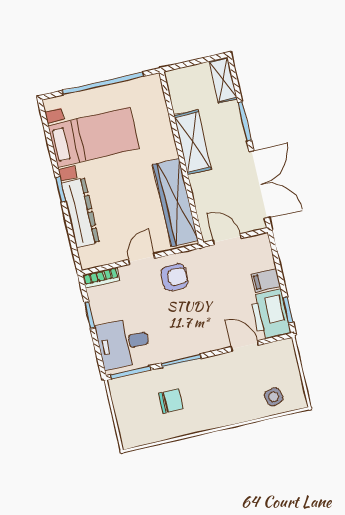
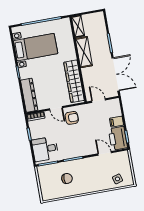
shelving: (223, 80) -> (78, 26), moved
dresser: (80, 213) -> (29, 95), moved
door: (142, 259) -> (56, 108), swing flipped

